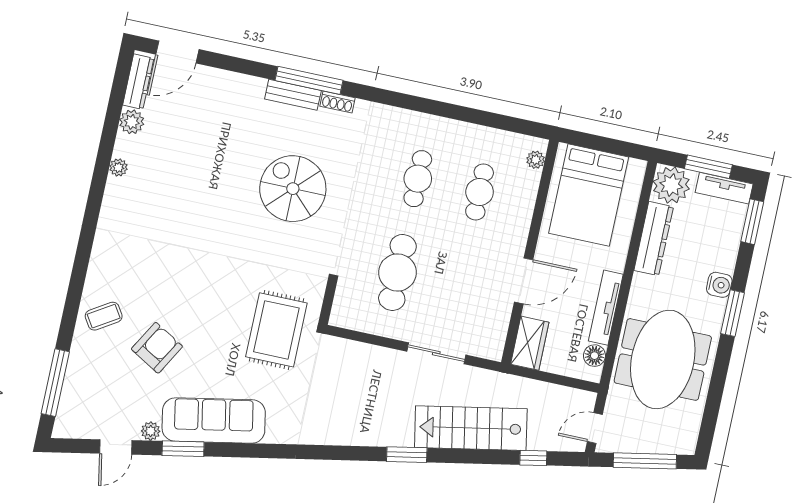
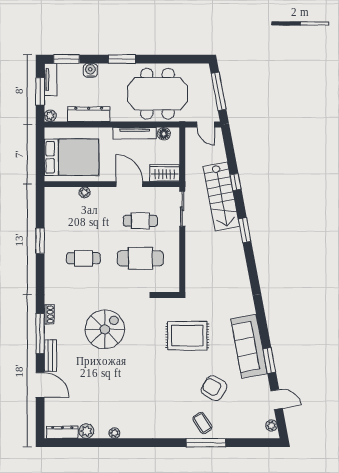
door: (177, 52) -> (40, 385), moved
bench: (293, 95) -> (50, 356), moved
window: (462, 113) -> (40, 241), added
plant: (536, 160) -> (85, 192), moved
plant: (671, 185) -> (50, 116), width x0.53, depth x0.53
spiral stairs: (293, 189) -> (105, 329), turned 180
cafe table: (480, 192) -> (140, 221), moved
water cooler: (719, 285) -> (90, 70), moved
rug: (276, 330) -> (187, 336), moved
sliding door: (436, 353) -> (182, 209), moved
window: (55, 383) -> (206, 443), moved
plant: (151, 431) -> (271, 425), moved
window: (533, 458) -> (236, 182), moved

